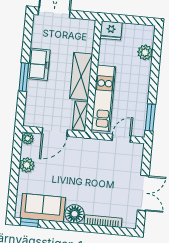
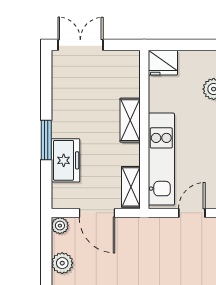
freezer: (39, 64) -> (66, 160), moved
shelving: (81, 76) -> (130, 120), width x0.67, depth x0.75
door: (55, 132) -> (97, 213), hinge flipped

